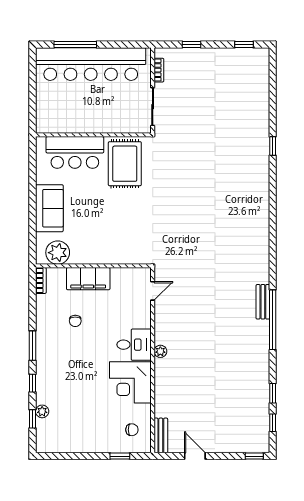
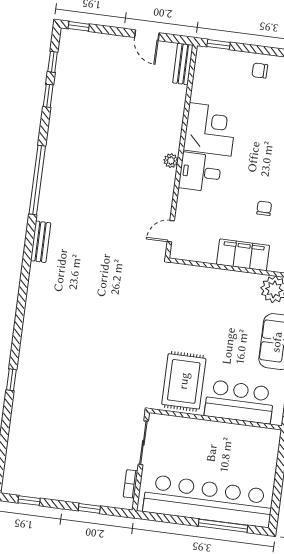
bench: (263, 302) -> (41, 242), moved
chair: (132, 430) -> (260, 71), moved
window: (120, 456) -> (219, 44), moved

